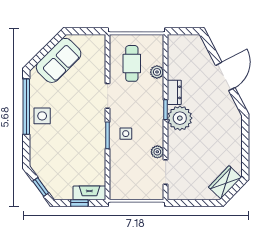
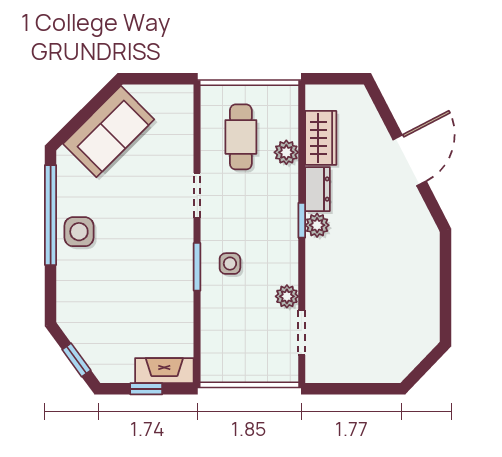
plant: (180, 118) -> (317, 225), width x0.53, depth x0.53
wardrobe: (225, 182) -> (321, 138), moved, turned 136

